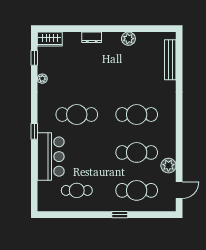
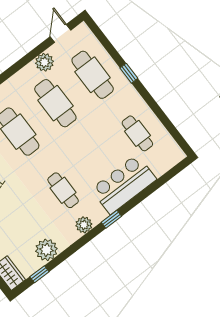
plant: (42, 79) -> (46, 250), width x1.88, depth x1.88
plant: (44, 111) -> (84, 225), added
cafe table: (77, 114) -> (63, 190), width x0.73, depth x0.74
door: (179, 190) -> (60, 33), hinge flipped

